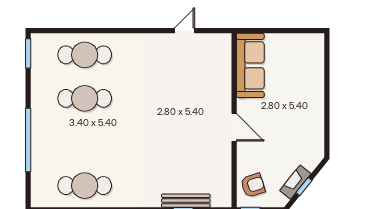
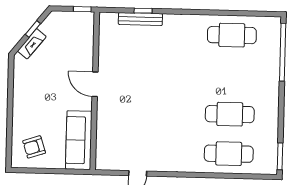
window: (28, 140) -> (283, 52), moved
fireplace: (295, 182) -> (32, 44), moved
armchair: (253, 185) -> (34, 147), moved

